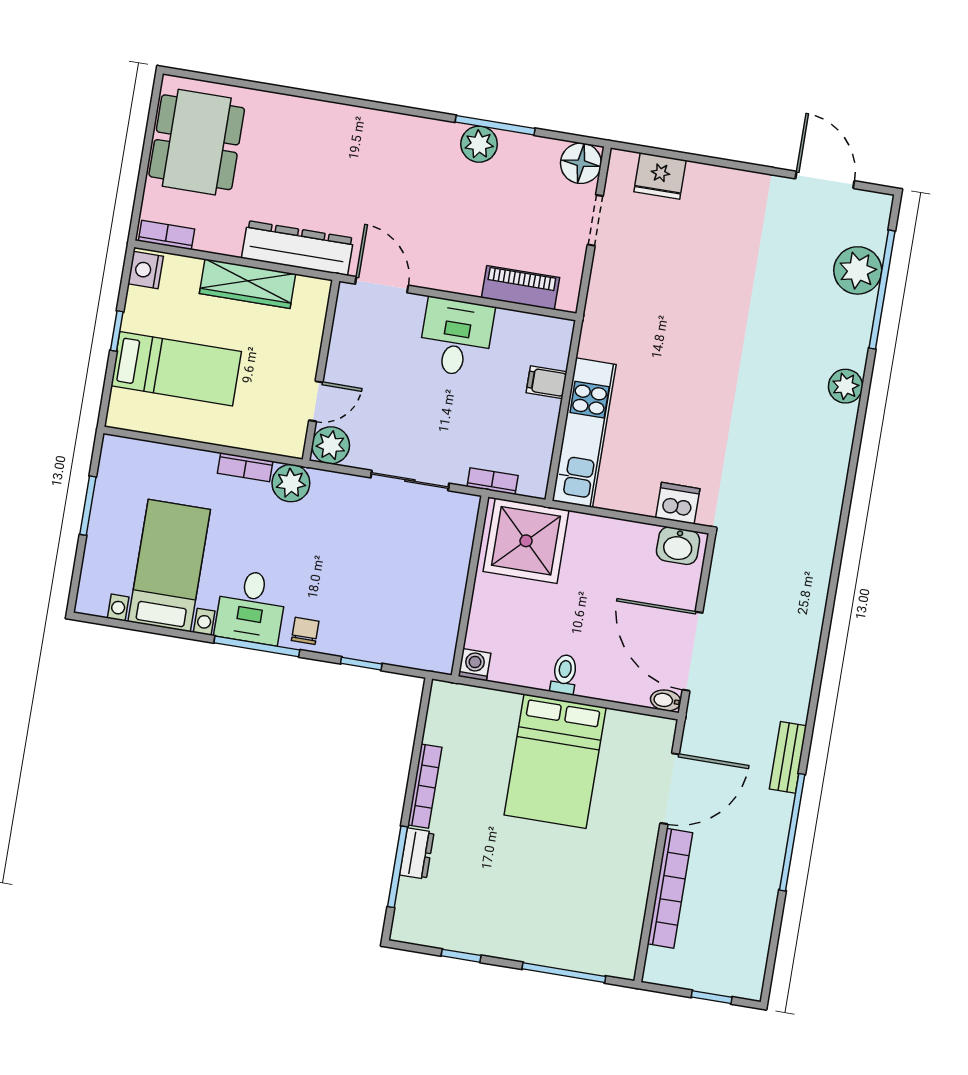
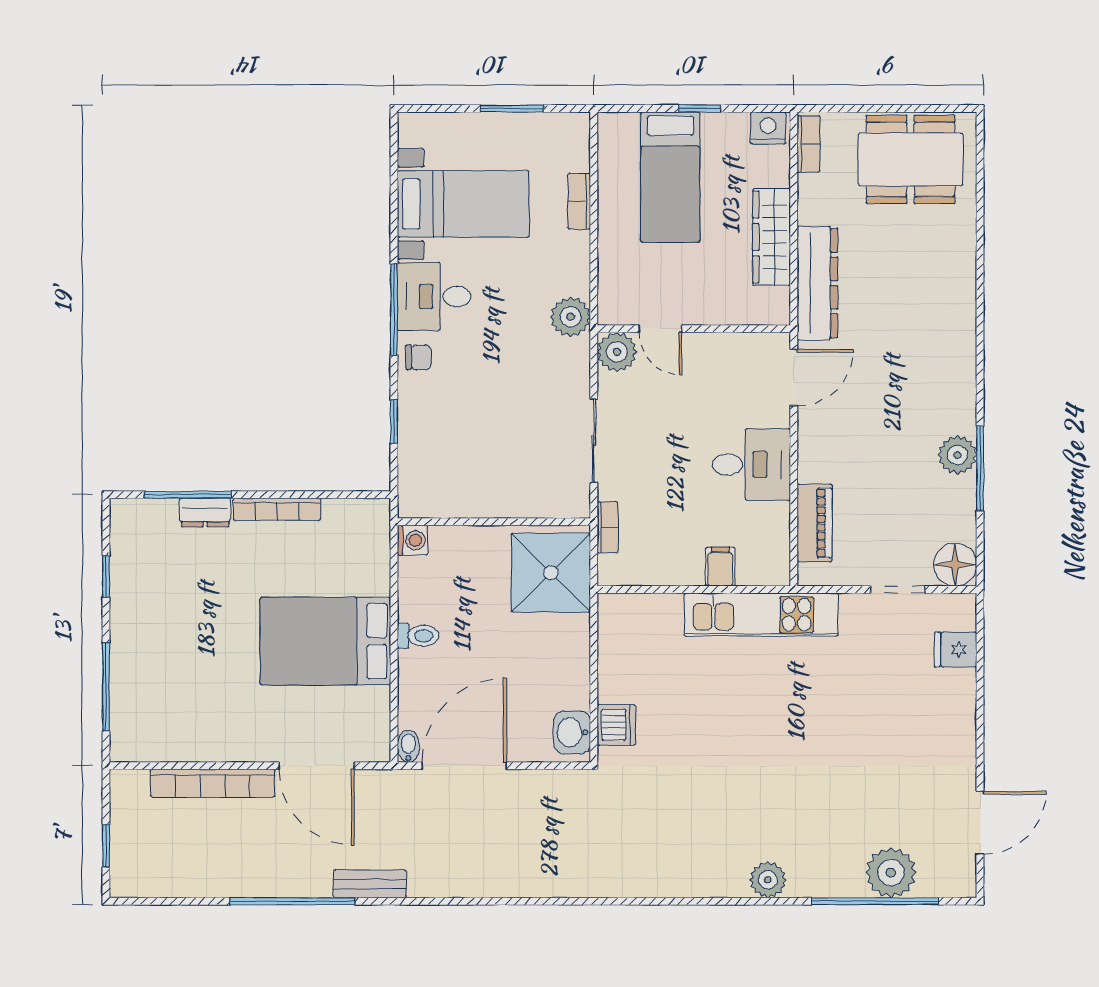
fridge: (660, 176) -> (956, 650), width x0.72
kitchen unit: (584, 433) -> (761, 615), moved
bookcase: (245, 467) -> (579, 201), moved

